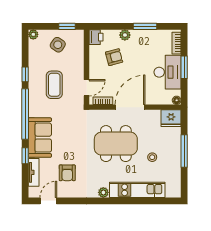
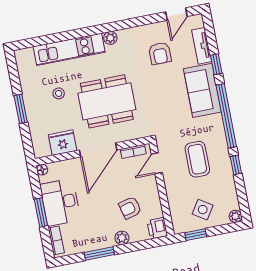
fridge: (171, 118) -> (63, 143), moved
window: (184, 151) -> (21, 109), width x0.69
armchair: (67, 173) -> (160, 53), turned 180

